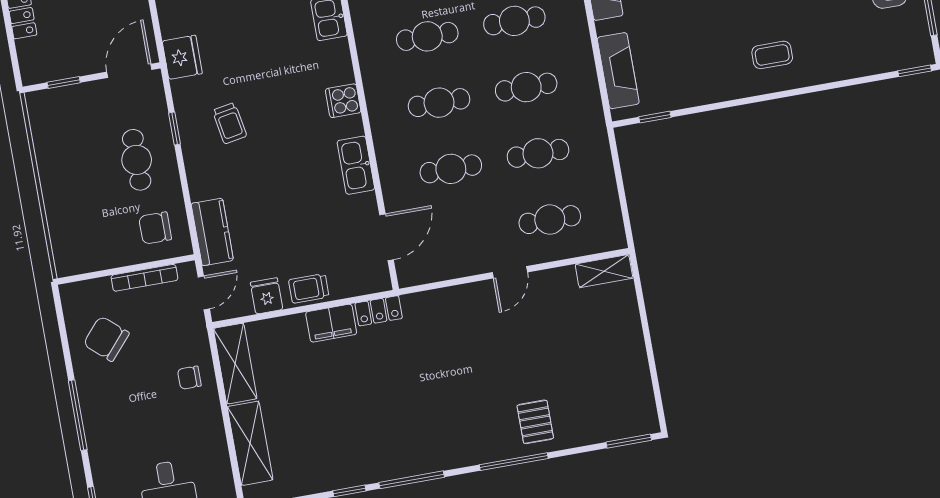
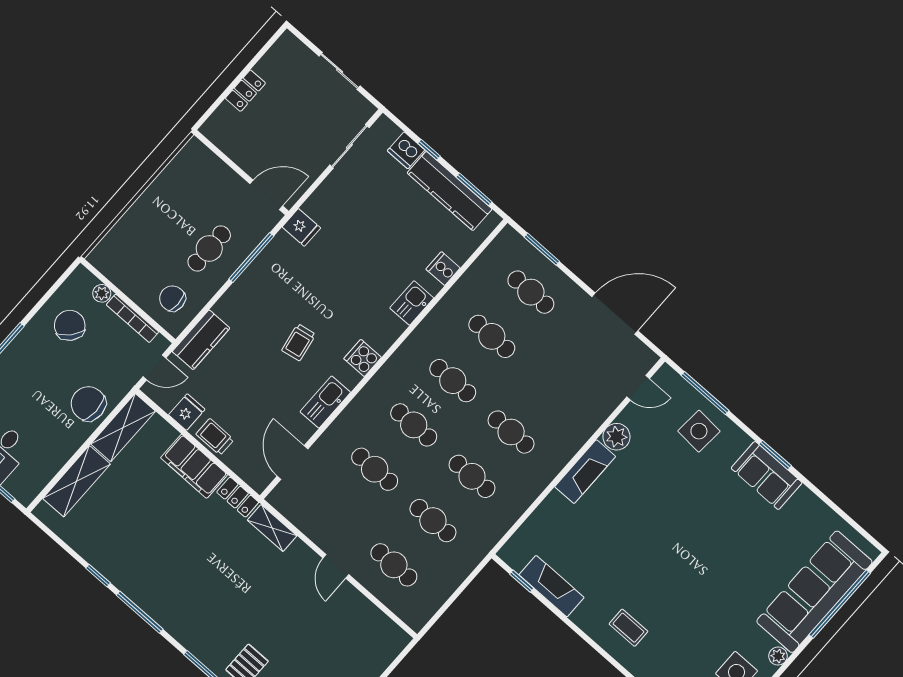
fridge: (182, 57) -> (301, 227), width x0.72
fireplace: (618, 71) -> (551, 586), moved, turned -90
window: (64, 83) -> (222, 156), removed
trolley: (230, 123) -> (299, 342), moved
window: (174, 129) -> (251, 257), width x2.17
door: (387, 237) -> (293, 462), swing flipped
shelving: (604, 271) -> (272, 528), moved
door: (510, 272) -> (336, 566), hinge flipped
plant: (100, 287) -> (102, 293), added
filing cabinet: (331, 323) -> (194, 466), width x1.50, depth x1.17
chair: (189, 378) -> (88, 404), width x1.87, depth x1.87

